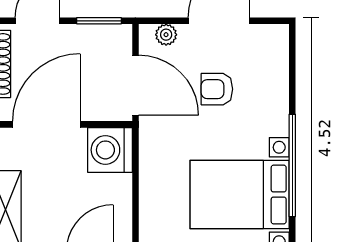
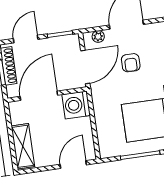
door: (135, 85) -> (85, 67), hinge flipped
armchair: (217, 89) -> (131, 63), turned -90

